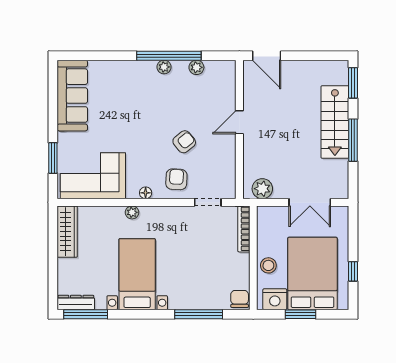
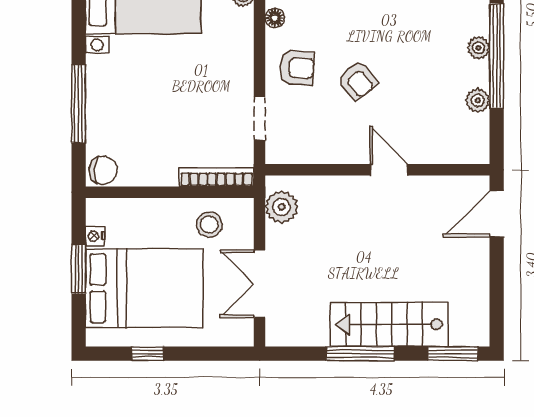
stool: (268, 265) -> (209, 225), moved
nightstand: (275, 299) -> (95, 236), width x0.53, depth x0.56

